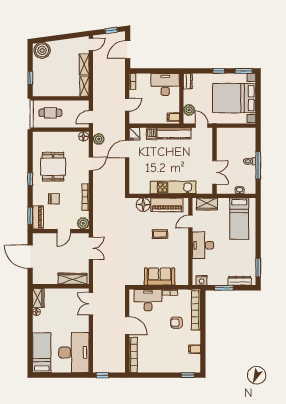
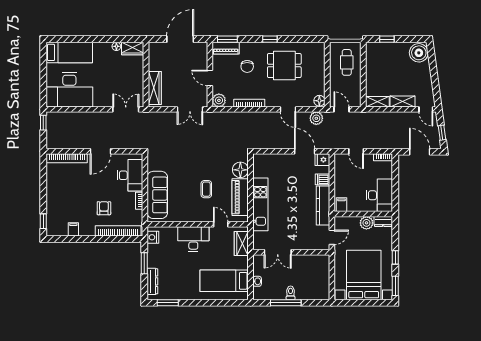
plant: (189, 110) -> (366, 223), moved
sofa: (160, 277) -> (157, 195), width x1.36

